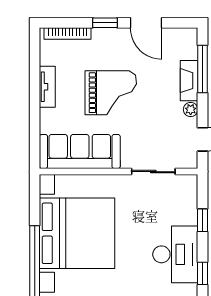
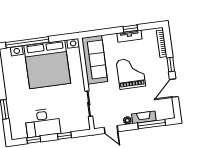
window: (35, 83) -> (130, 29), added
grand piano: (111, 93) -> (131, 73), turned 180

